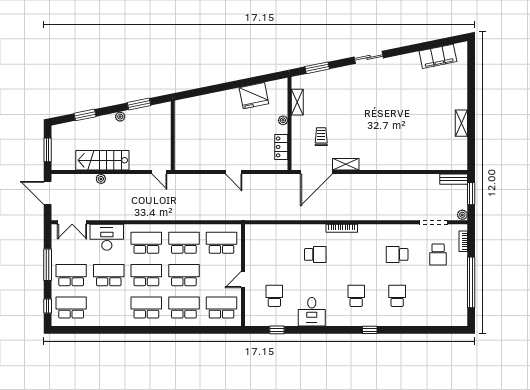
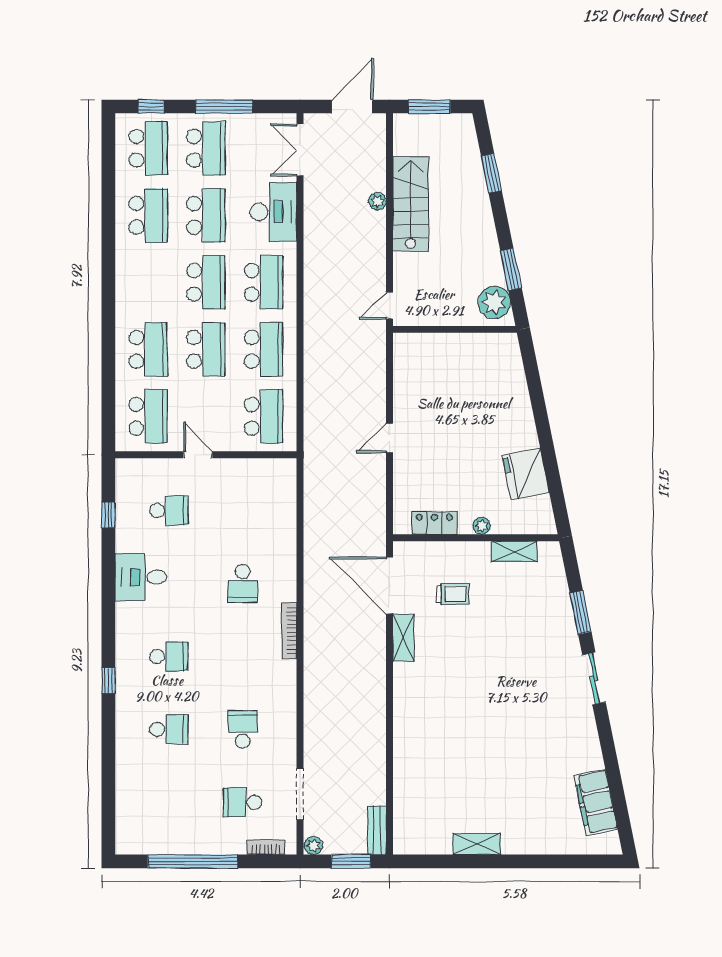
window: (317, 68) -> (581, 613), moved
plant: (120, 117) -> (494, 302), moved, width x1.88, depth x1.88
school desk: (146, 308) -> (148, 215), moved

